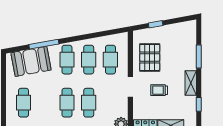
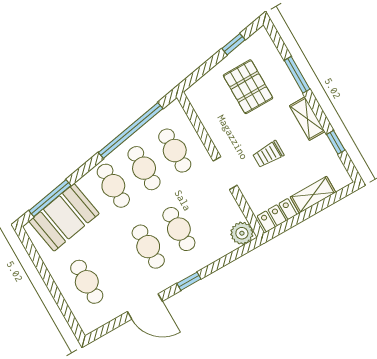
window: (156, 24) -> (233, 44), moved
window: (93, 35) -> (131, 130), added
window: (44, 44) -> (50, 198), moved
pallet: (150, 57) -> (248, 87), moved

